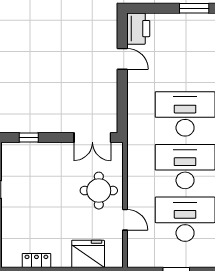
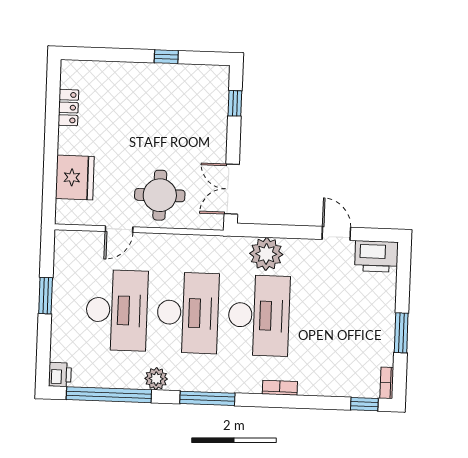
door: (122, 59) -> (336, 233), swing flipped
plant: (139, 110) -> (266, 254), added

